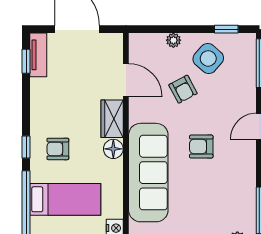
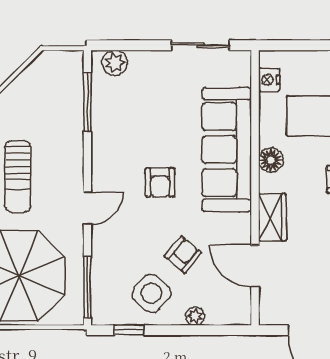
armchair: (183, 89) -> (183, 255), turned 68
armchair: (201, 147) -> (160, 182), turned 90
floor lamp: (113, 149) -> (271, 160), moved

